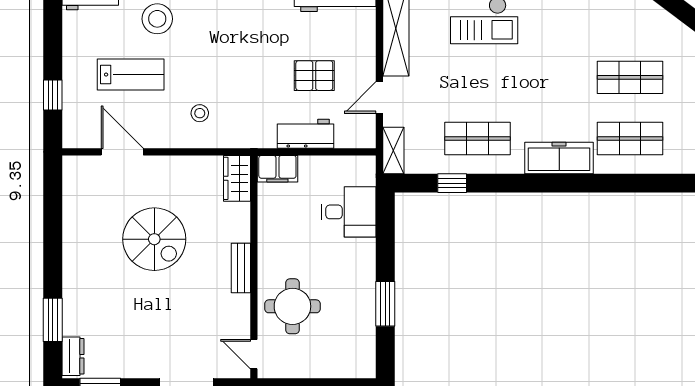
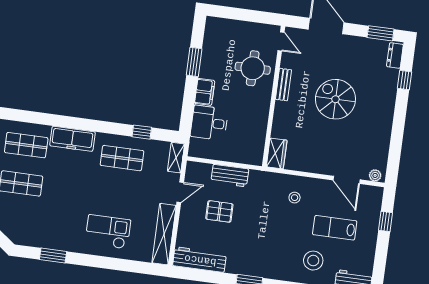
plant: (79, 165) -> (375, 175), added
filing cabinet: (277, 169) -> (205, 92), moved, turned 90
spiral stairs: (154, 239) -> (335, 99), moved
bench: (241, 268) -> (283, 85), moved
window: (53, 320) -> (405, 80), width x0.67

